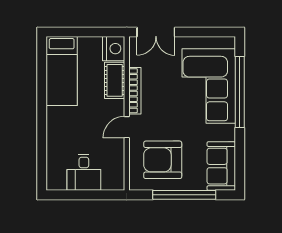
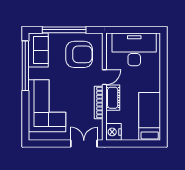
cot: (115, 80) -> (113, 98), moved
window: (240, 92) -> (25, 66), moved
desk: (84, 172) -> (134, 49), width x1.87, depth x1.30

